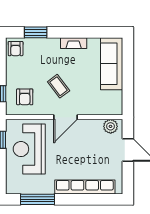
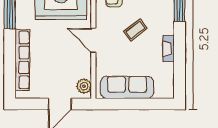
sofa: (112, 64) -> (127, 87), moved
coffee table: (59, 86) -> (136, 30), moved

